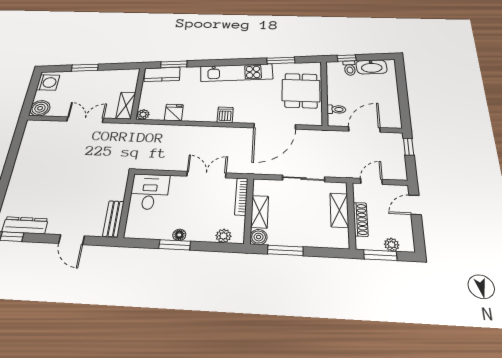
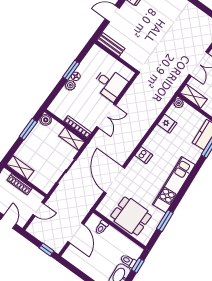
door: (371, 181) -> (39, 209), hinge flipped
desk: (150, 192) -> (110, 84), moved
shelving: (339, 210) -> (20, 168), moved
shelving: (260, 212) -> (72, 139), moved
plant: (223, 236) -> (70, 85), moved

